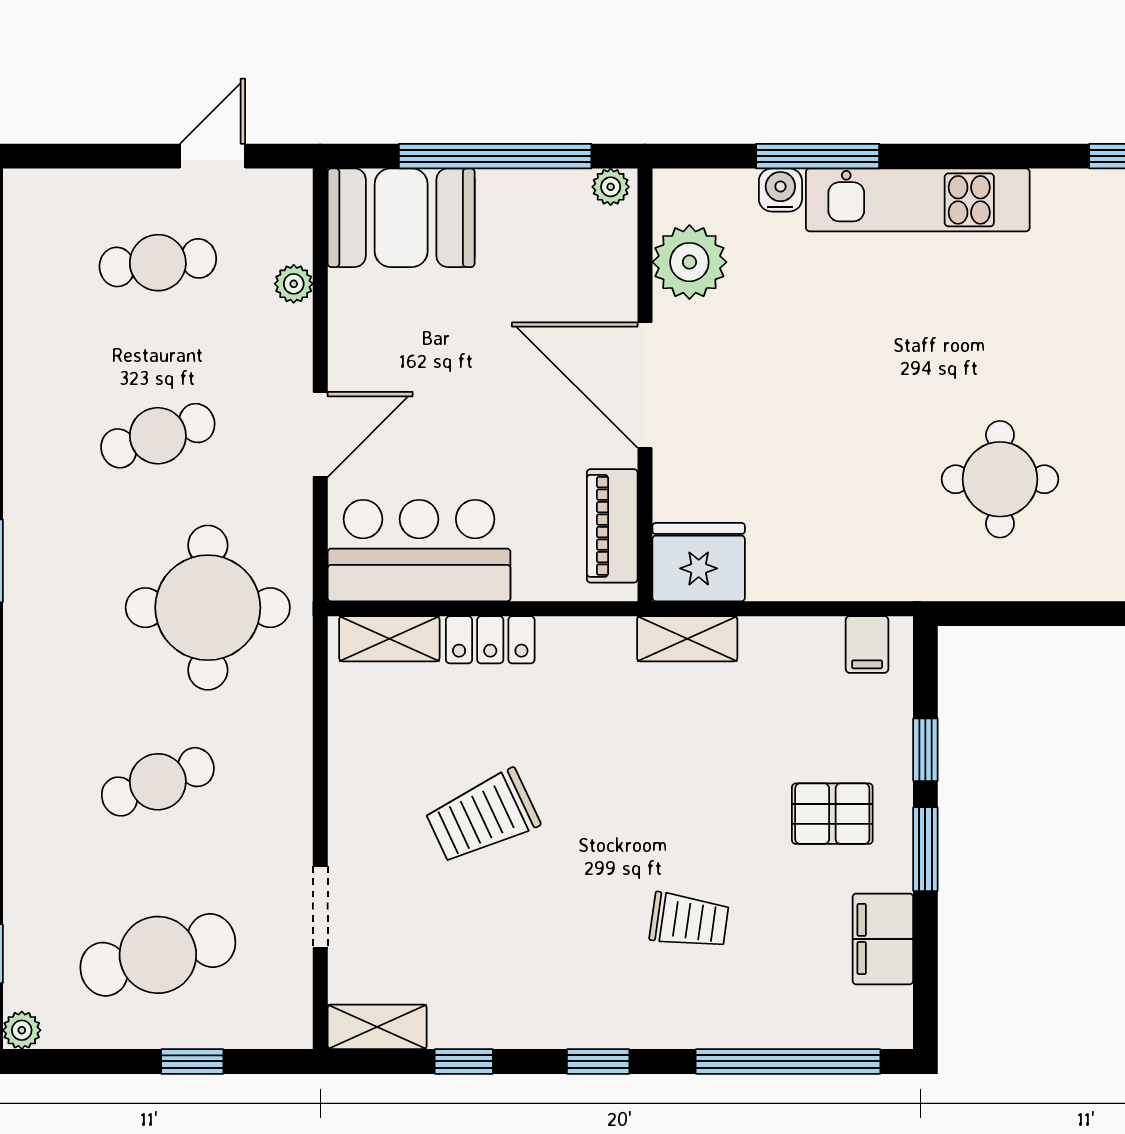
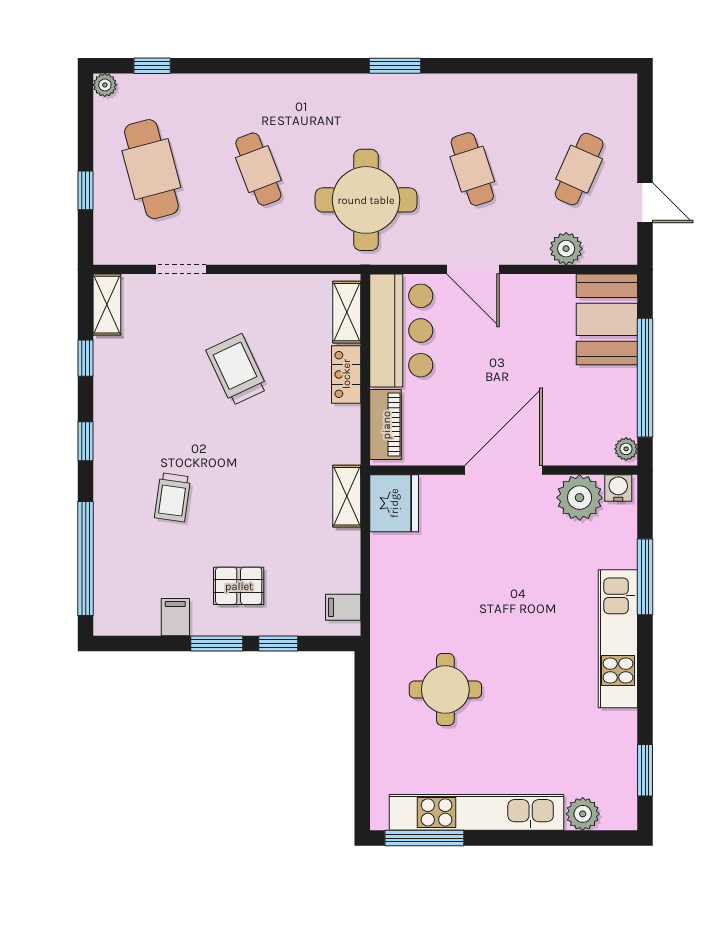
water cooler: (780, 190) -> (618, 488), moved, turned -90
cafe table: (158, 263) -> (579, 169), turned 30
plant: (294, 284) -> (566, 249), width x1.38, depth x1.38
piano: (612, 526) -> (386, 425), moved, turned 90
pallet: (832, 814) -> (239, 586), turned 90
filing cabinet: (883, 939) -> (175, 617), width x0.50

